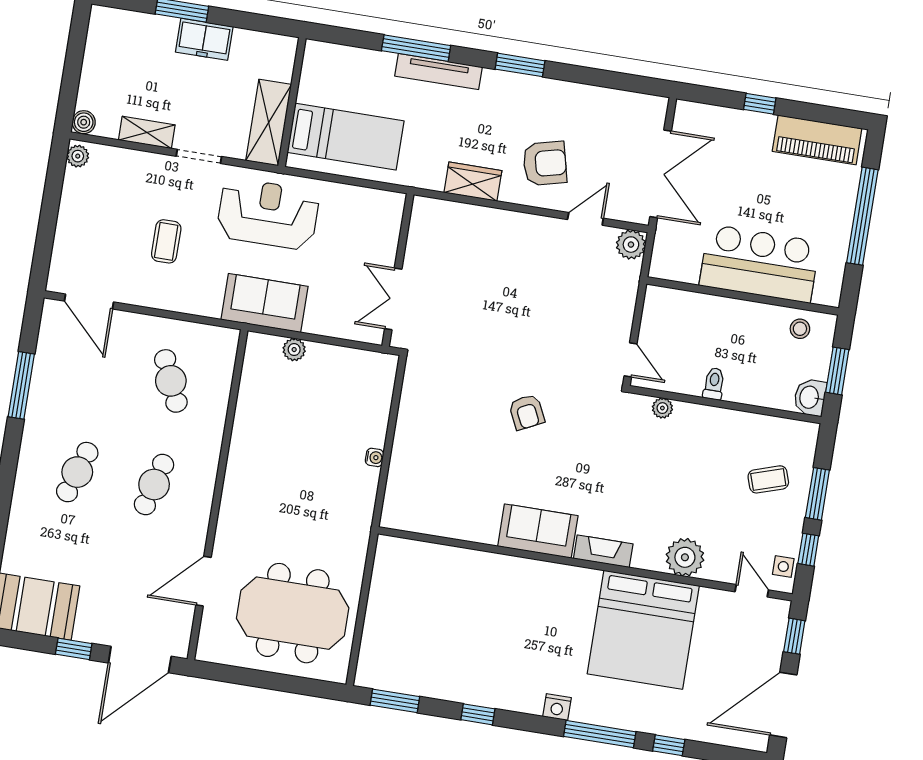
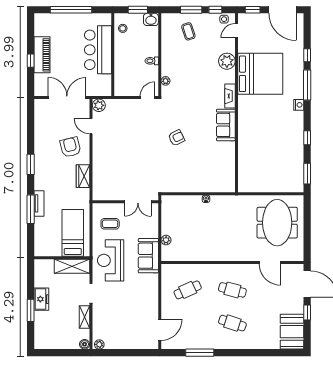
tv unit: (438, 72) -> (39, 203), width x0.71
piano: (817, 140) -> (42, 55), moved
coffee table: (166, 241) -> (110, 224), moved

